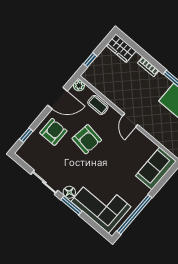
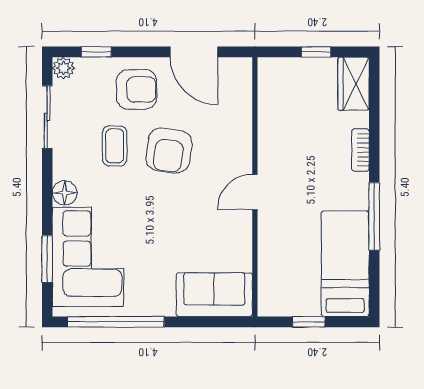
window: (90, 60) -> (316, 52), moved
plant: (79, 85) -> (63, 68), moved
coffee table: (98, 105) -> (115, 146), moved
sliding door: (44, 182) -> (47, 117), moved
window: (71, 205) -> (47, 259), moved

